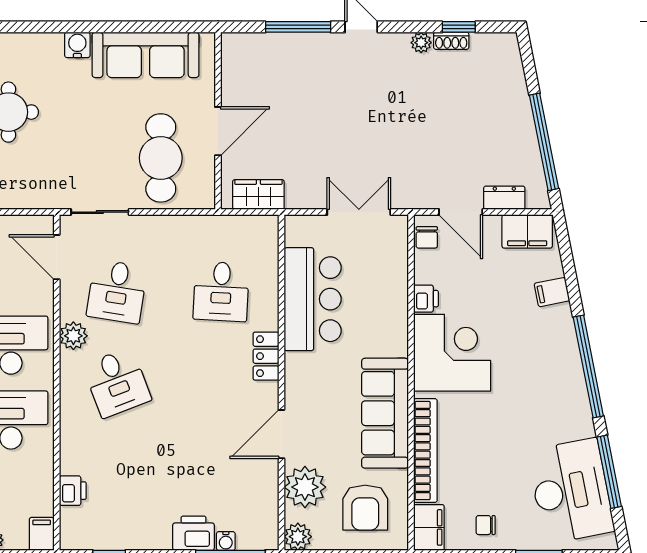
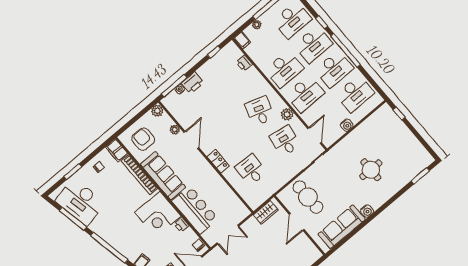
door: (57, 257) -> (315, 135), hinge flipped
bar counter: (313, 299) -> (195, 210), moved, turned 180
desk: (117, 383) -> (260, 111), turned 39
plant: (305, 487) -> (175, 130), width x0.53, depth x0.53

